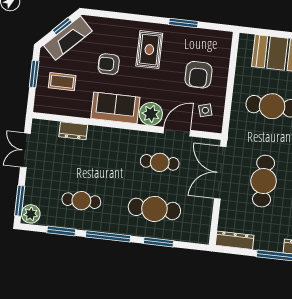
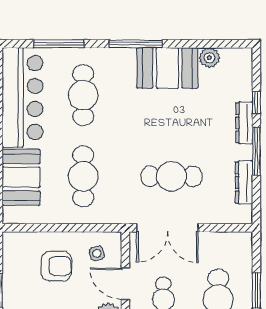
dresser: (235, 240) -> (244, 182), moved

